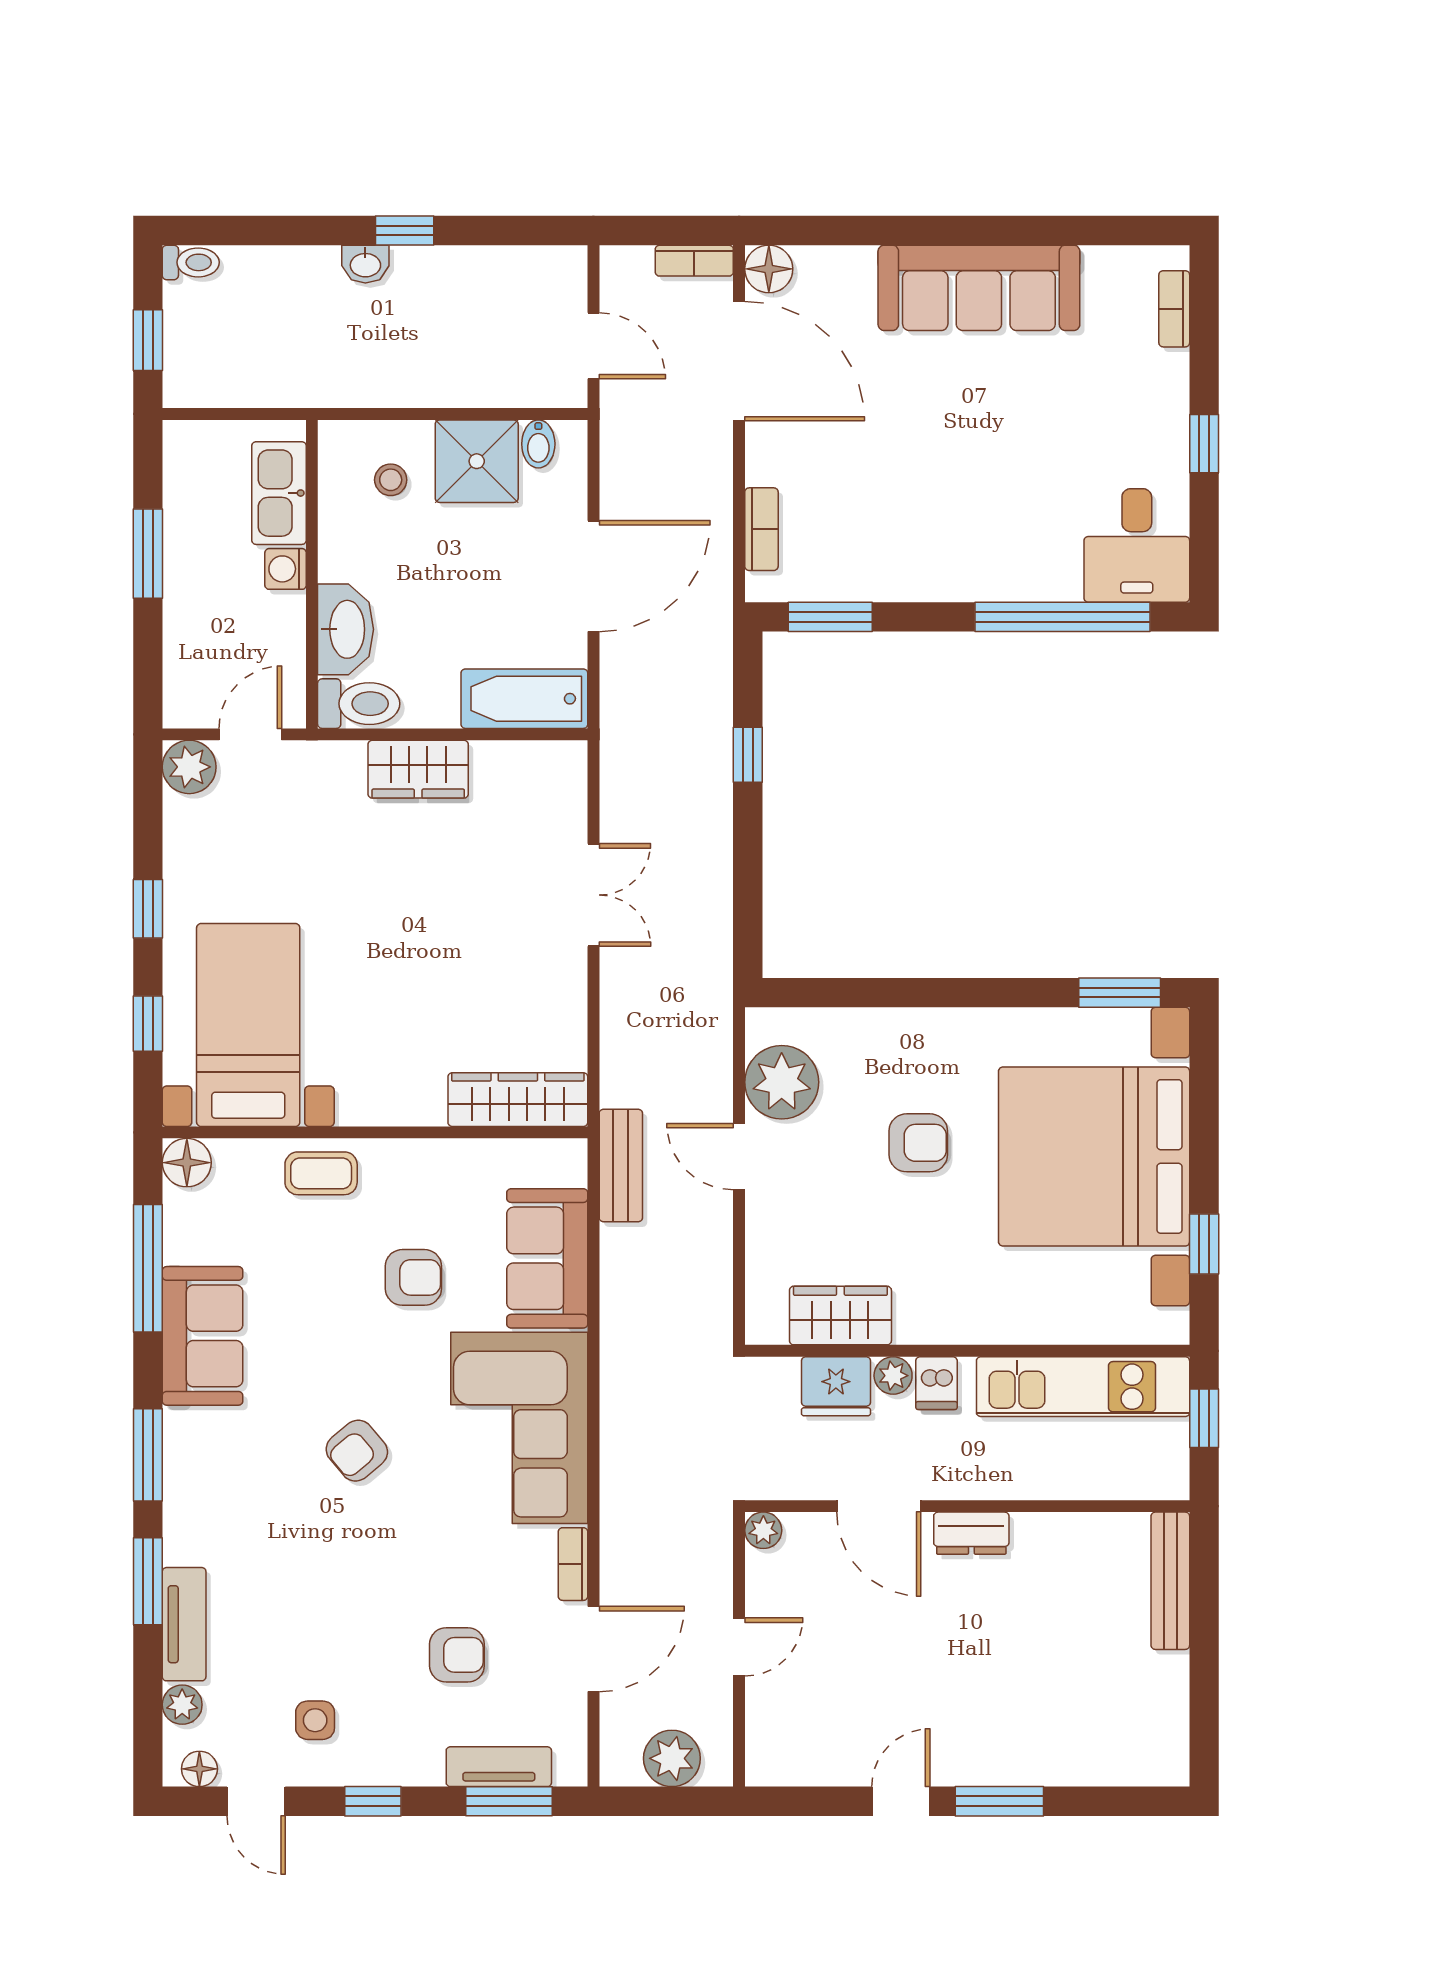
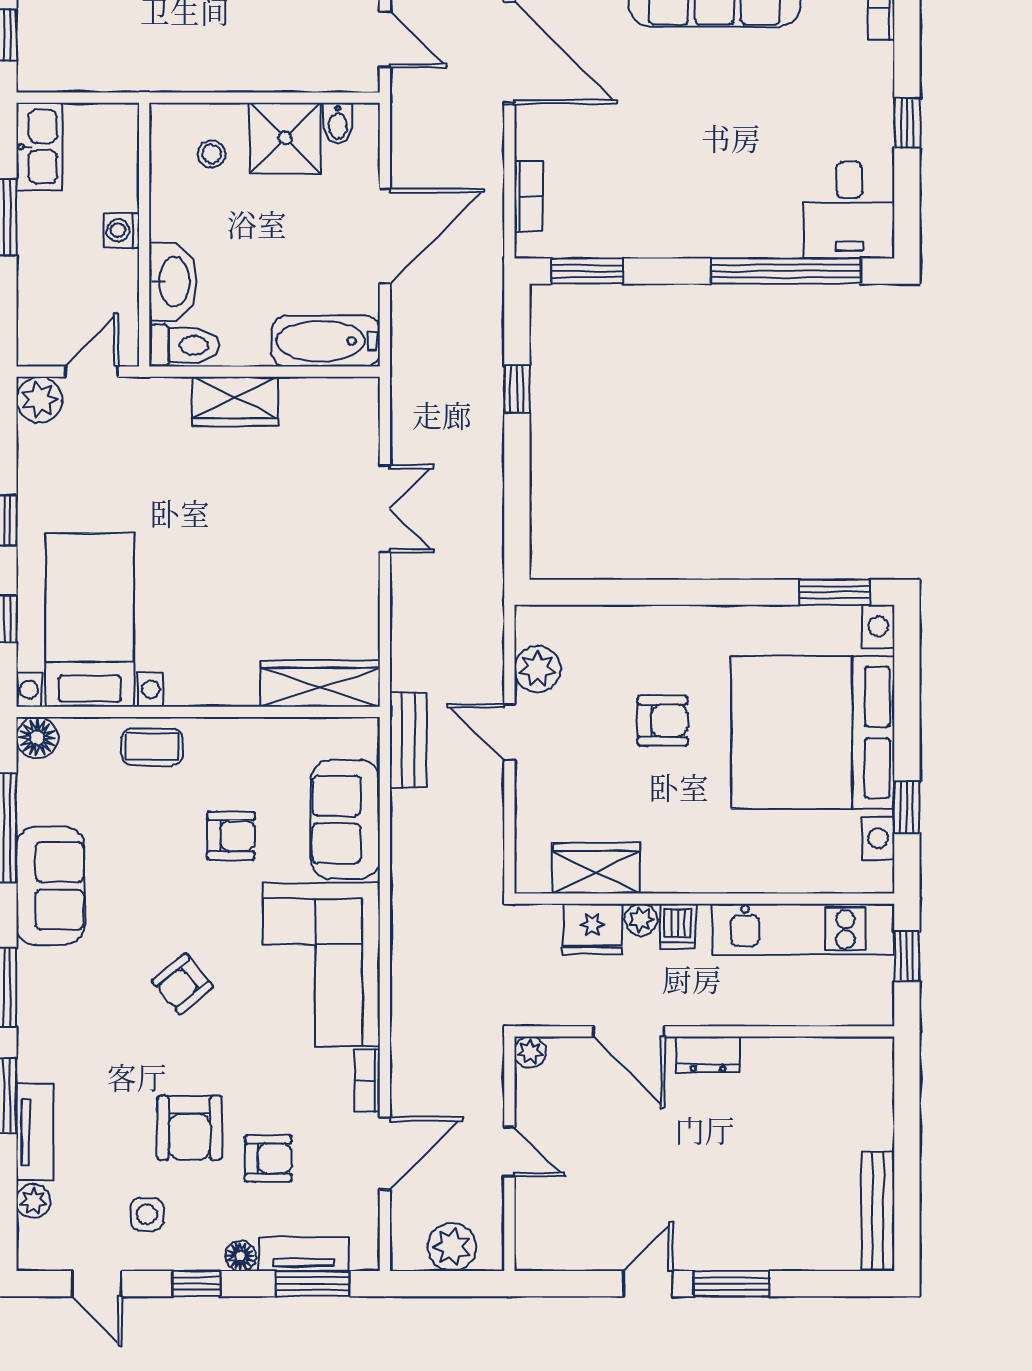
kitchen sink: (279, 493) -> (40, 147), moved, turned 180
plant: (782, 1082) -> (537, 669), width x0.73, depth x0.73
bench: (1170, 1581) -> (878, 1211), moved
armchair: (365, 1619) -> (189, 1128), added
door: (739, 1647) -> (509, 1152), hinge flipped
floor lamp: (199, 1769) -> (240, 1256), moved

